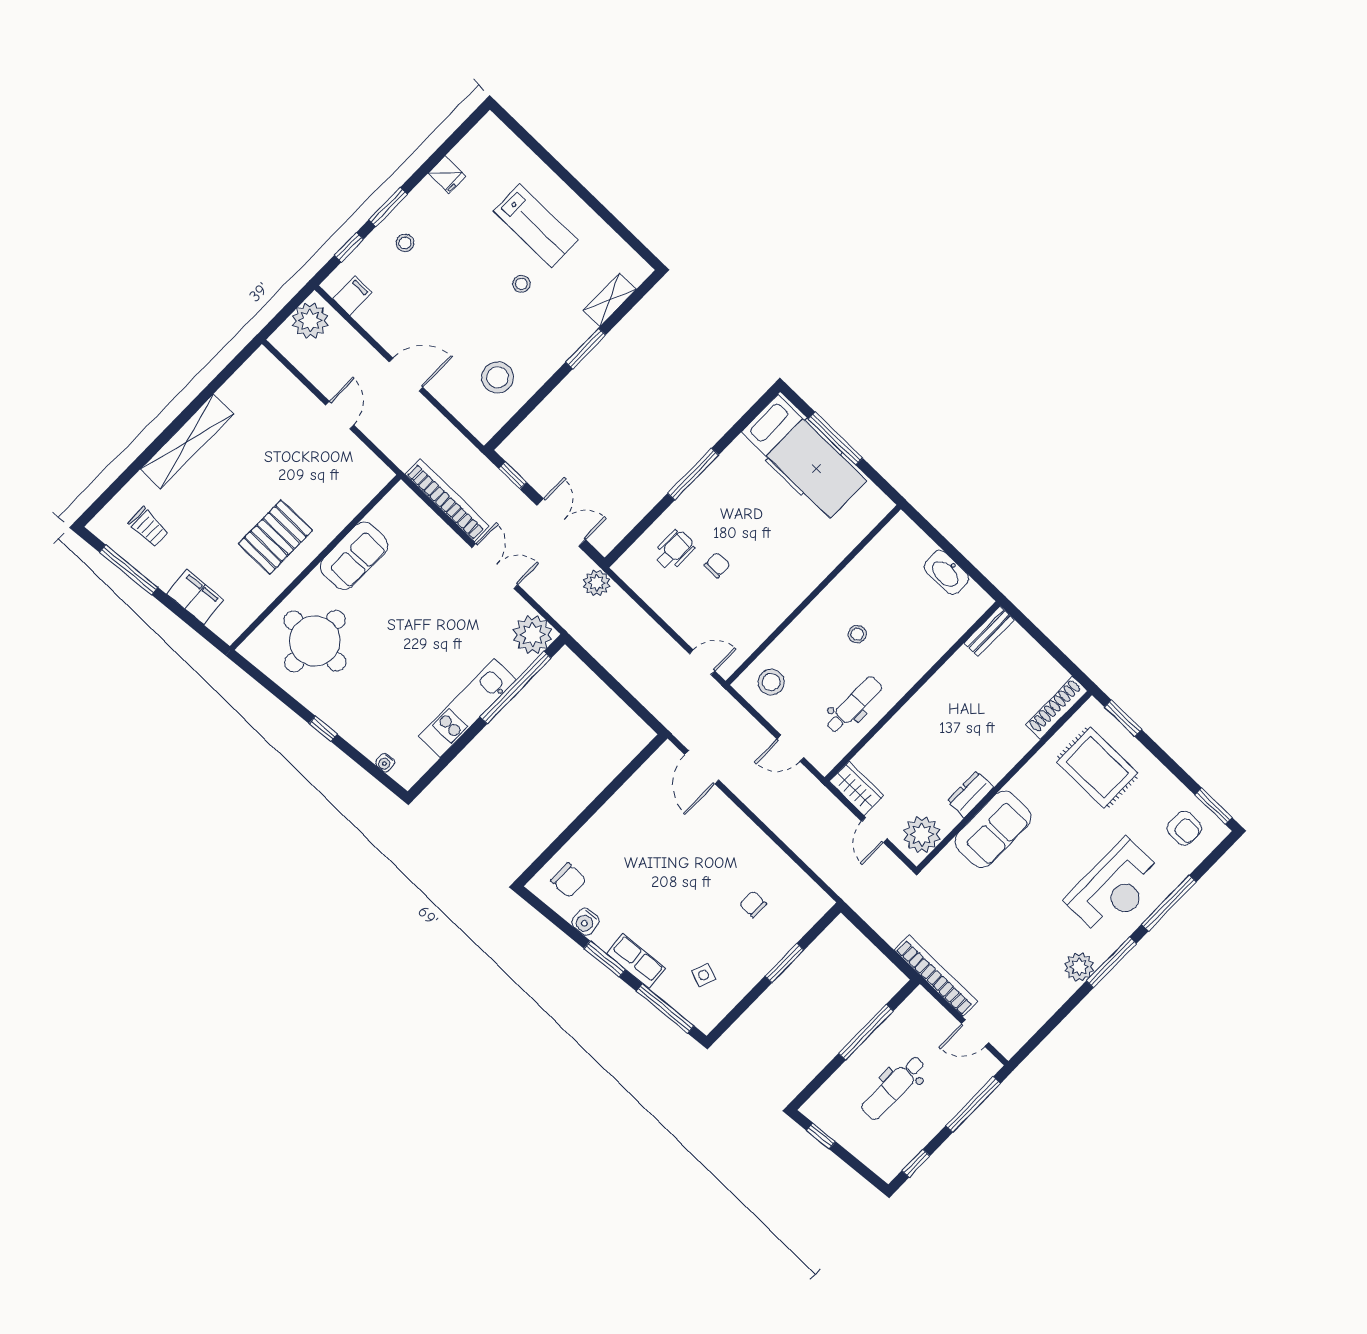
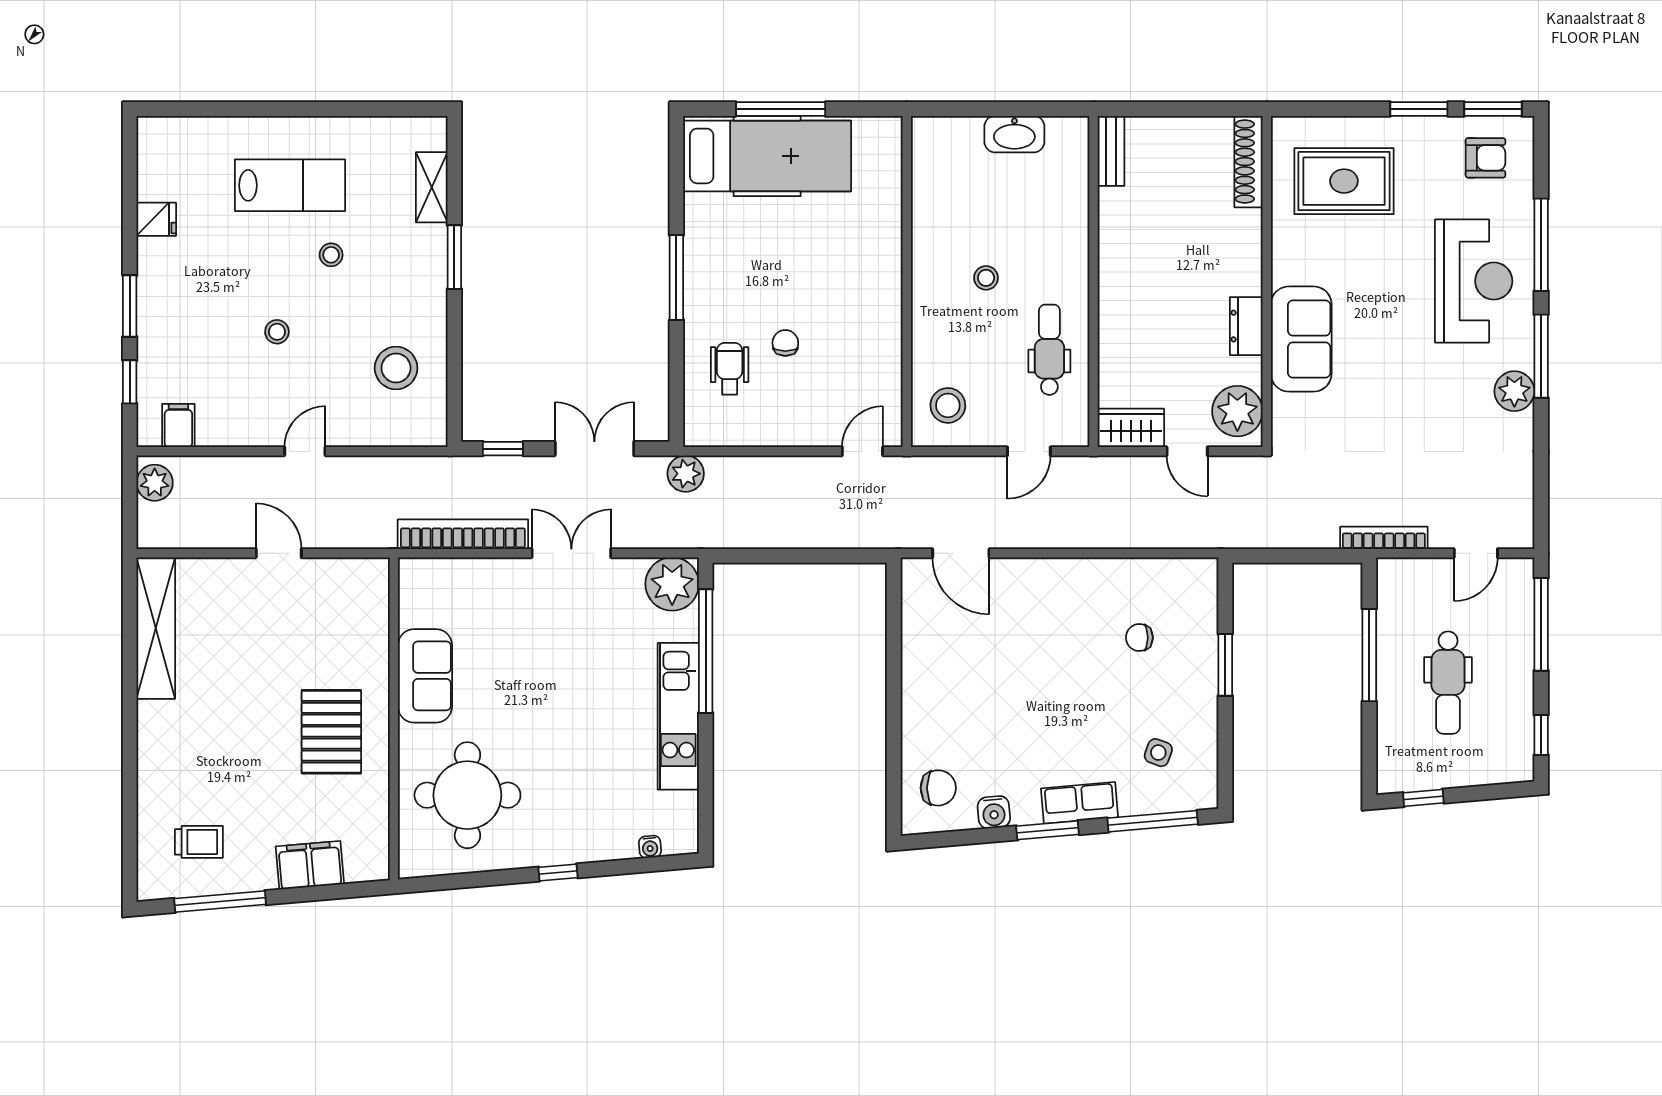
stool: (405, 243) -> (277, 332), moved
plant: (310, 321) -> (155, 483), width x0.73, depth x0.73
door: (406, 375) -> (305, 451), width x0.73
shelving: (187, 442) -> (156, 628), moved
window: (1123, 718) -> (1419, 109), moved
bookcase: (936, 976) -> (1384, 538), width x0.68, depth x0.76

